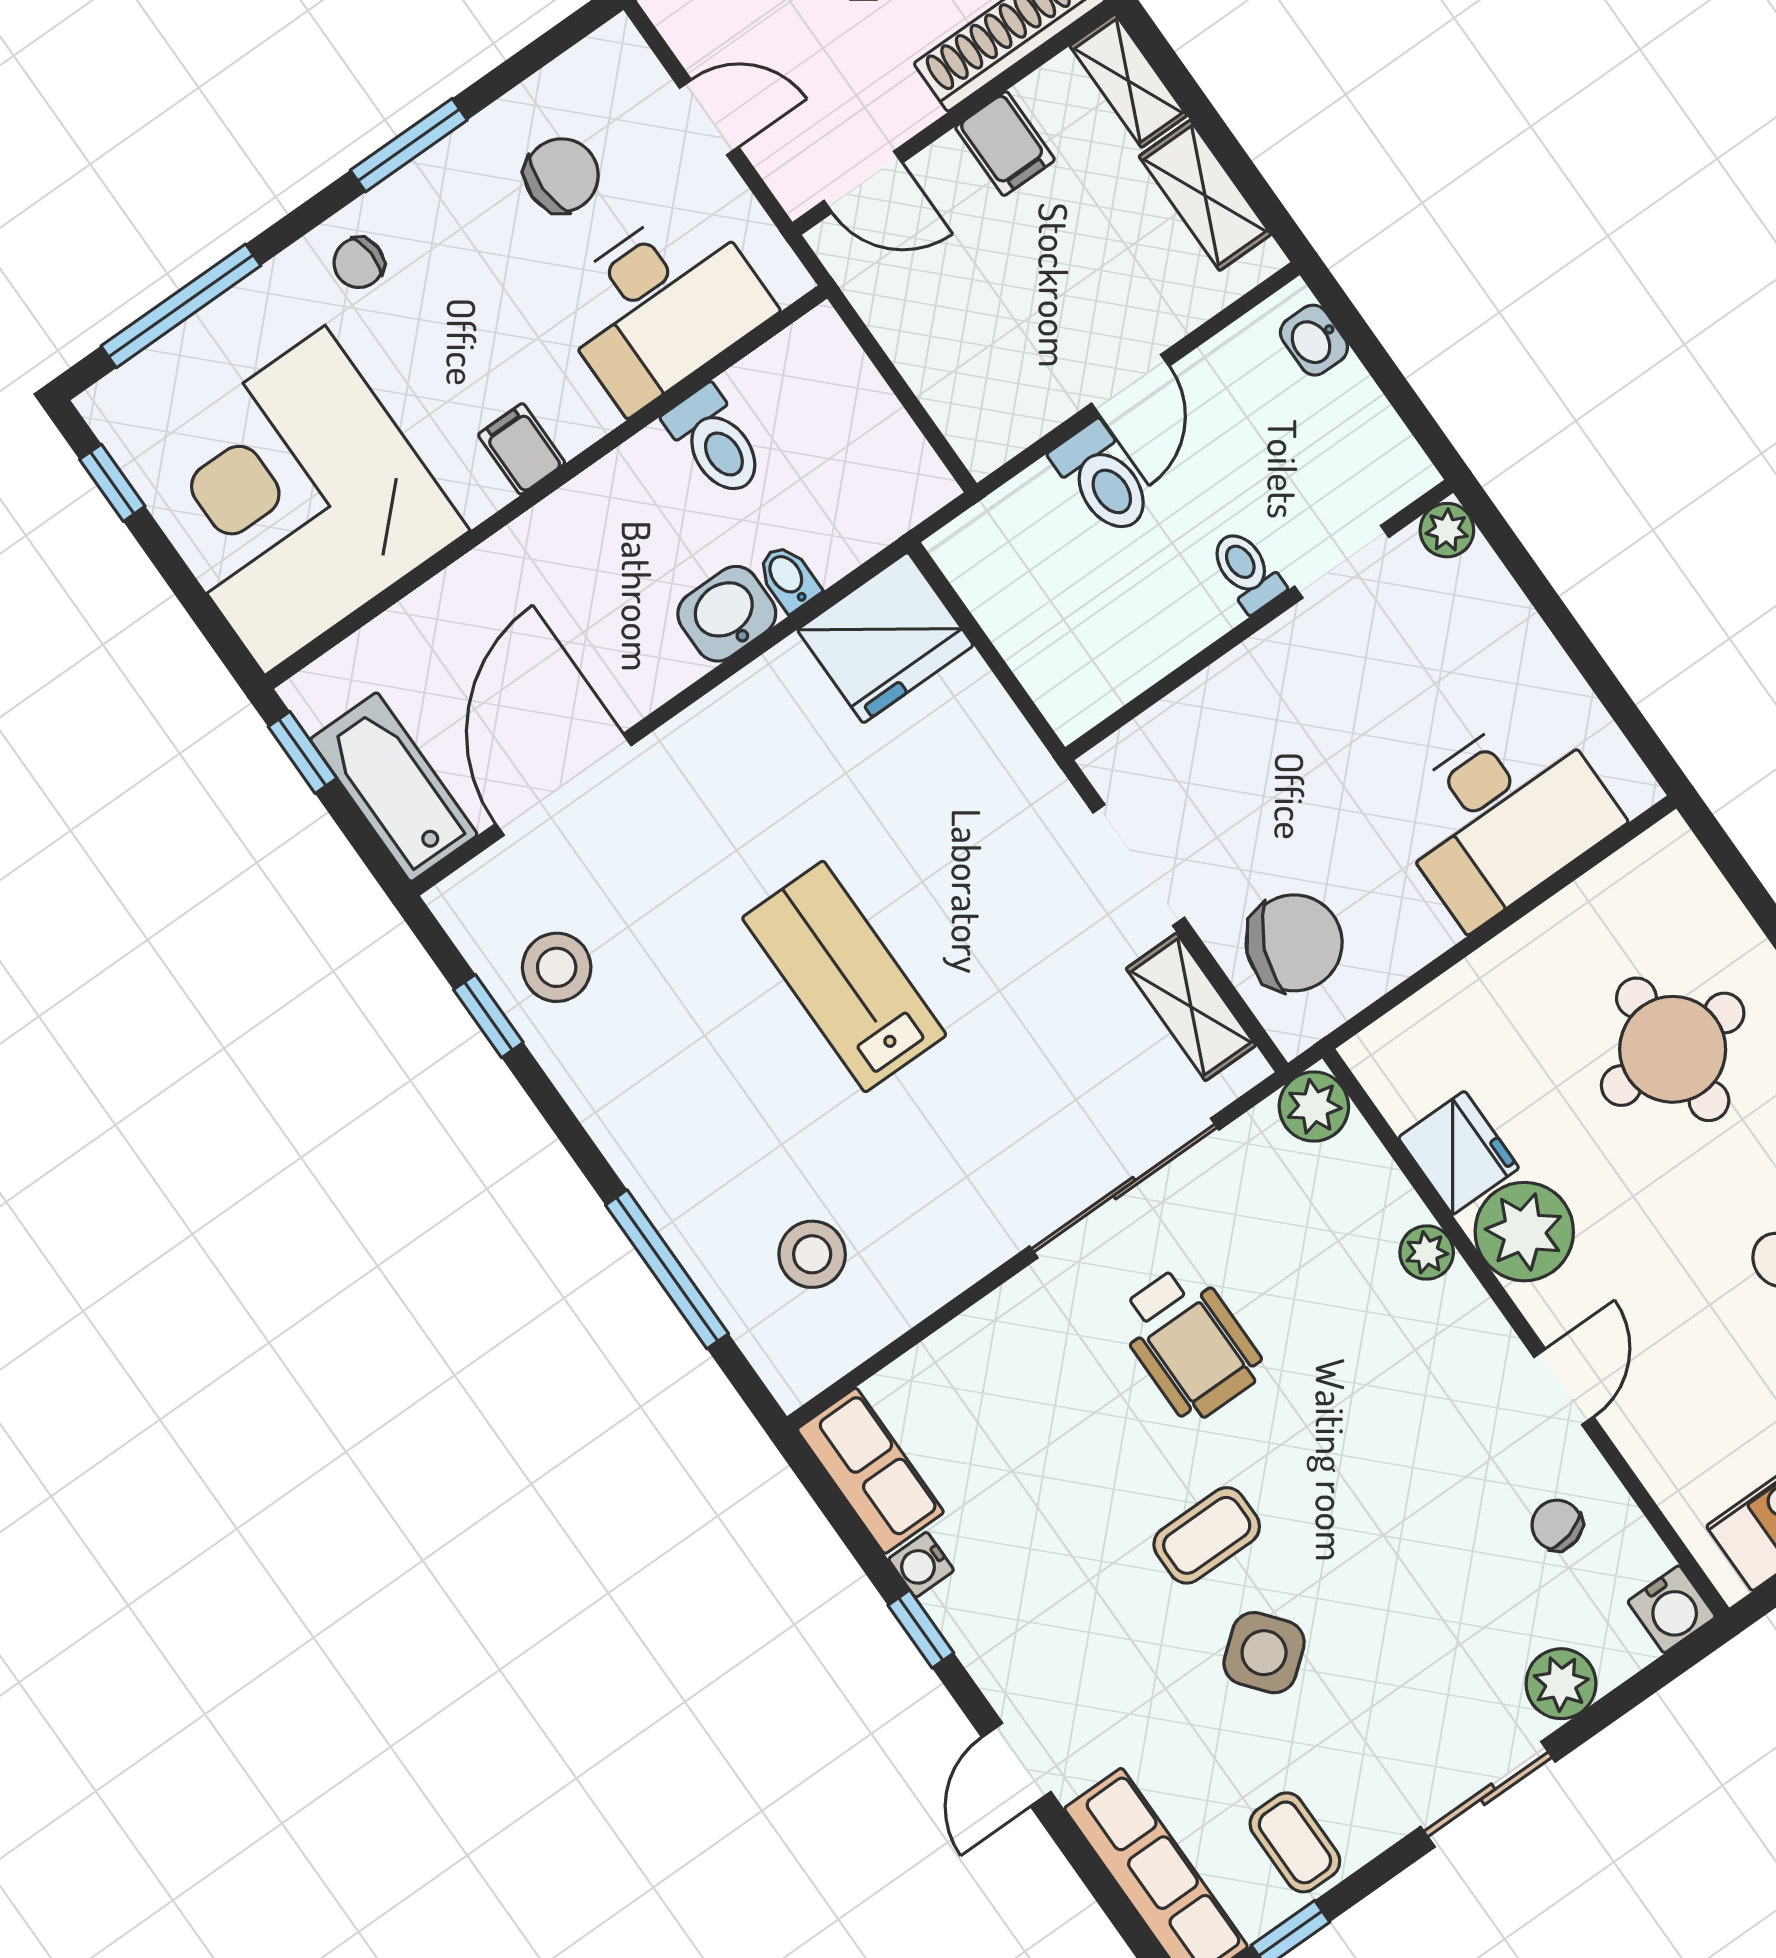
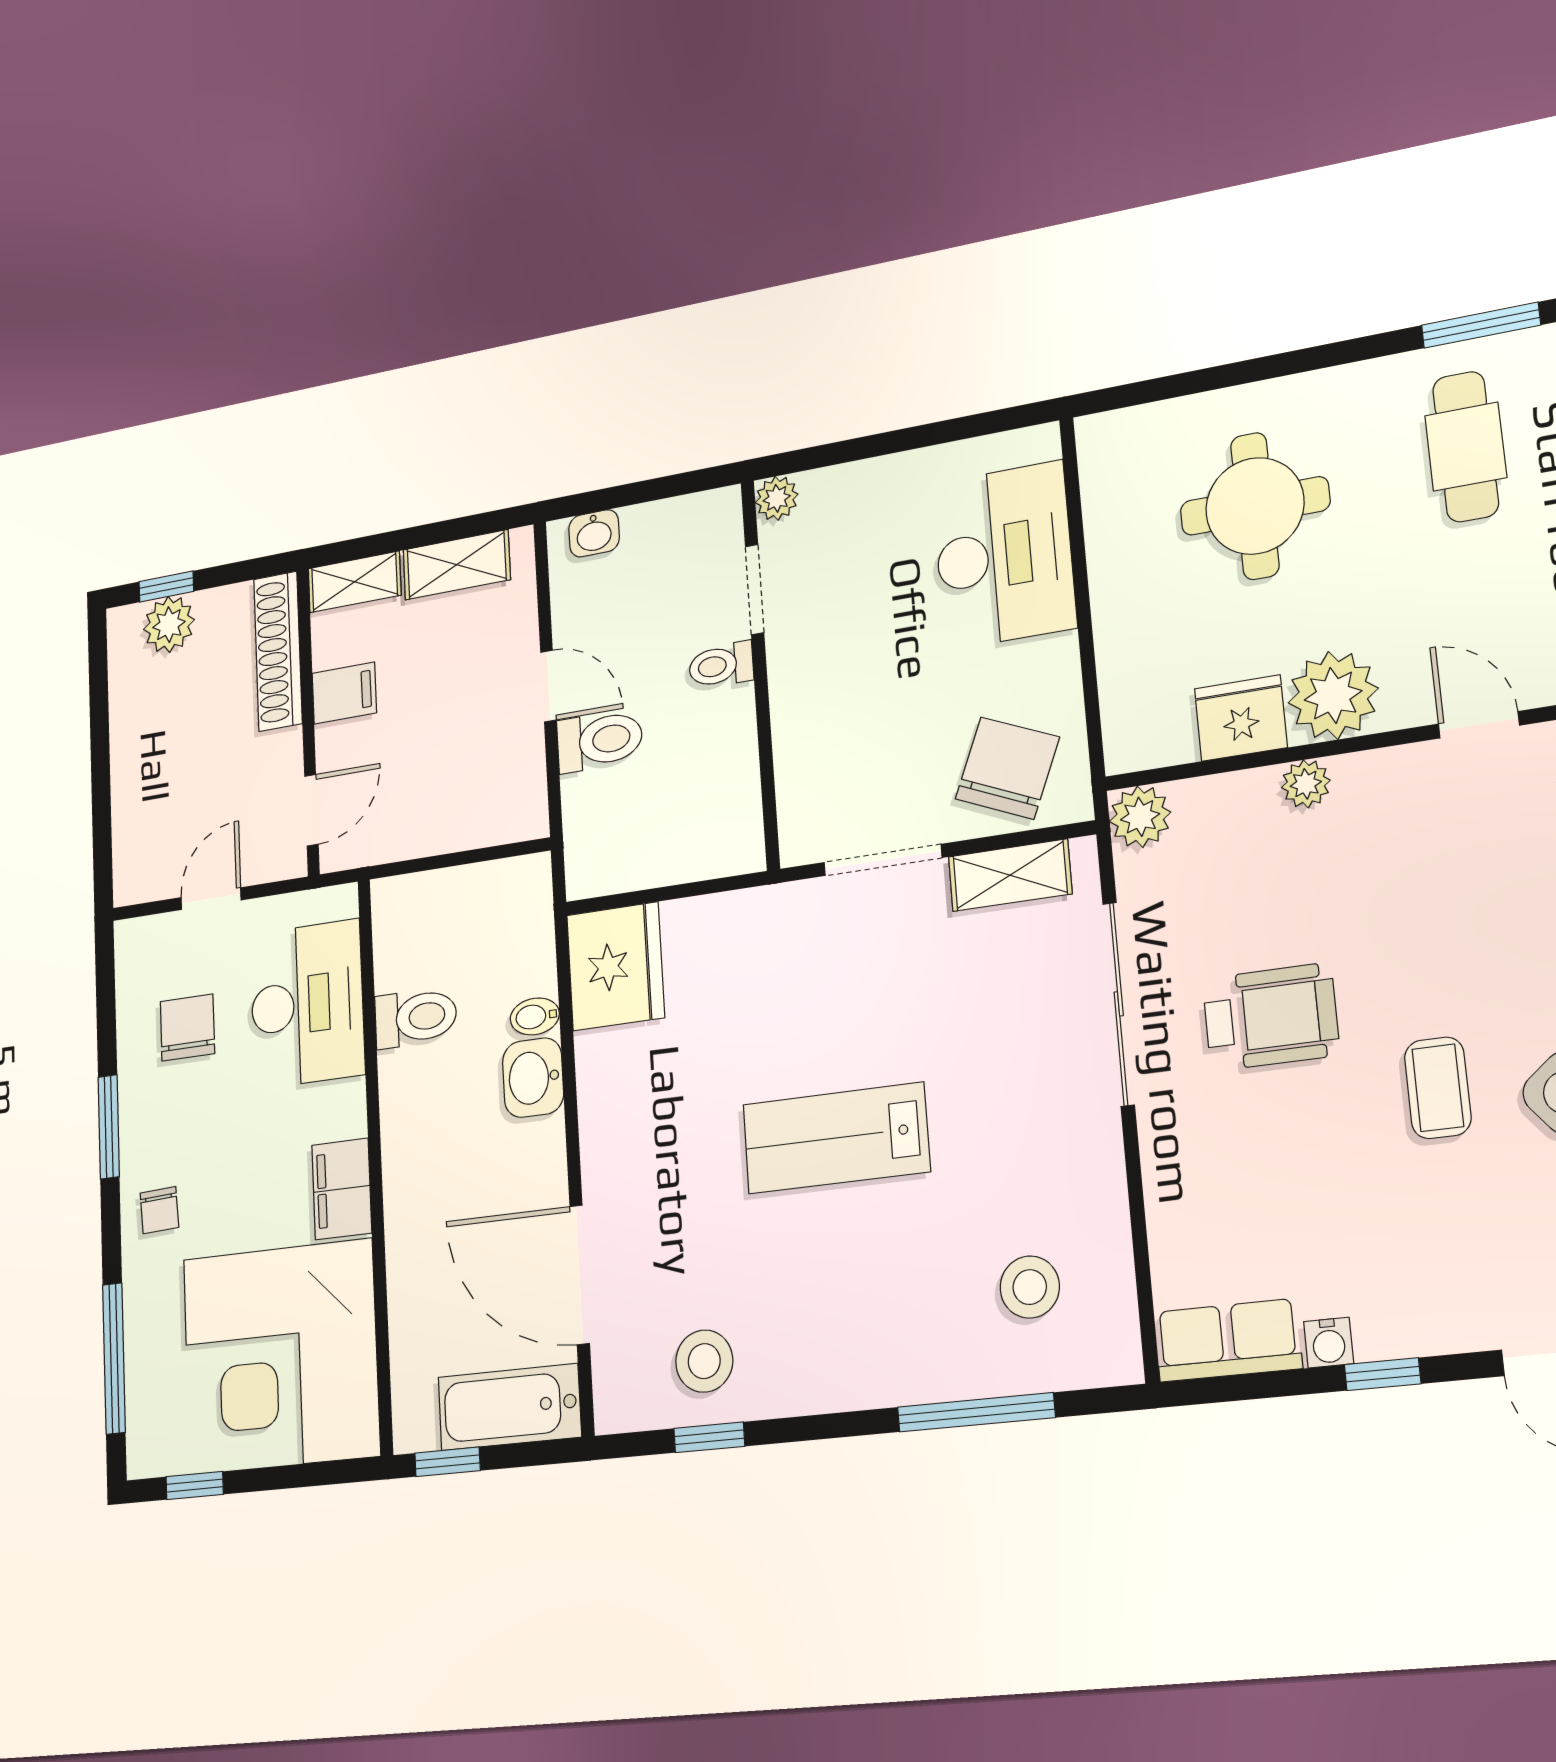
filing cabinet: (522, 449) -> (342, 1189), width x2.00

